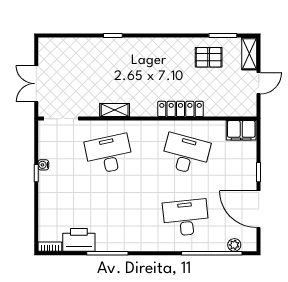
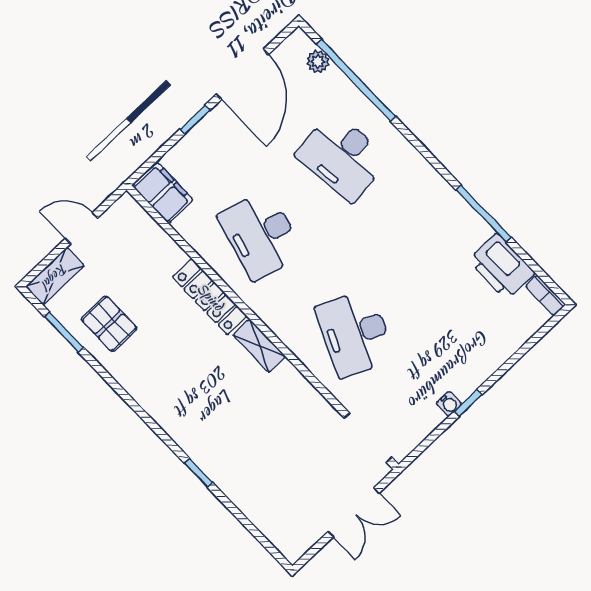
shelving: (115, 110) -> (259, 346), moved
desk: (109, 154) -> (355, 333), turned 36

